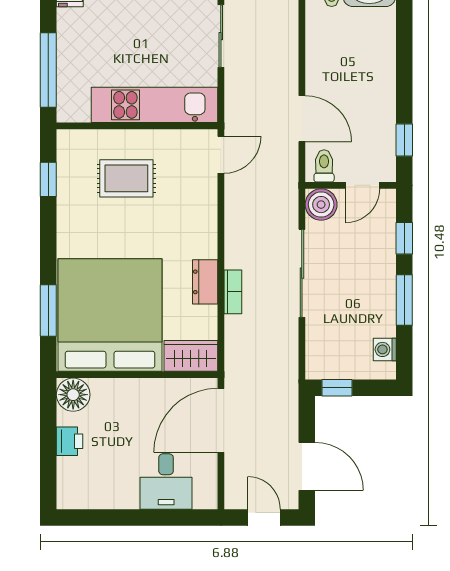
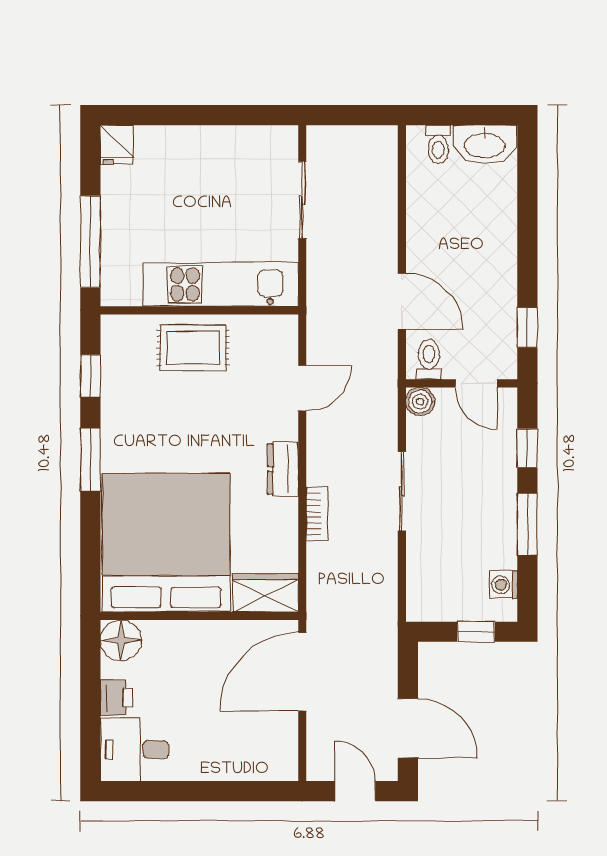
door: (221, 155) -> (302, 388), moved
rug: (126, 178) -> (193, 348), moved
door: (363, 185) -> (476, 383), hinge flipped
boiler: (321, 205) -> (420, 402), width x0.73, depth x0.73
sliding door: (302, 273) -> (402, 491), width x0.73
dresser: (205, 282) -> (283, 469), moved
window: (48, 310) -> (90, 459), moved
window: (337, 388) -> (476, 632), moved
desk: (166, 482) -> (135, 749), moved, turned 90

